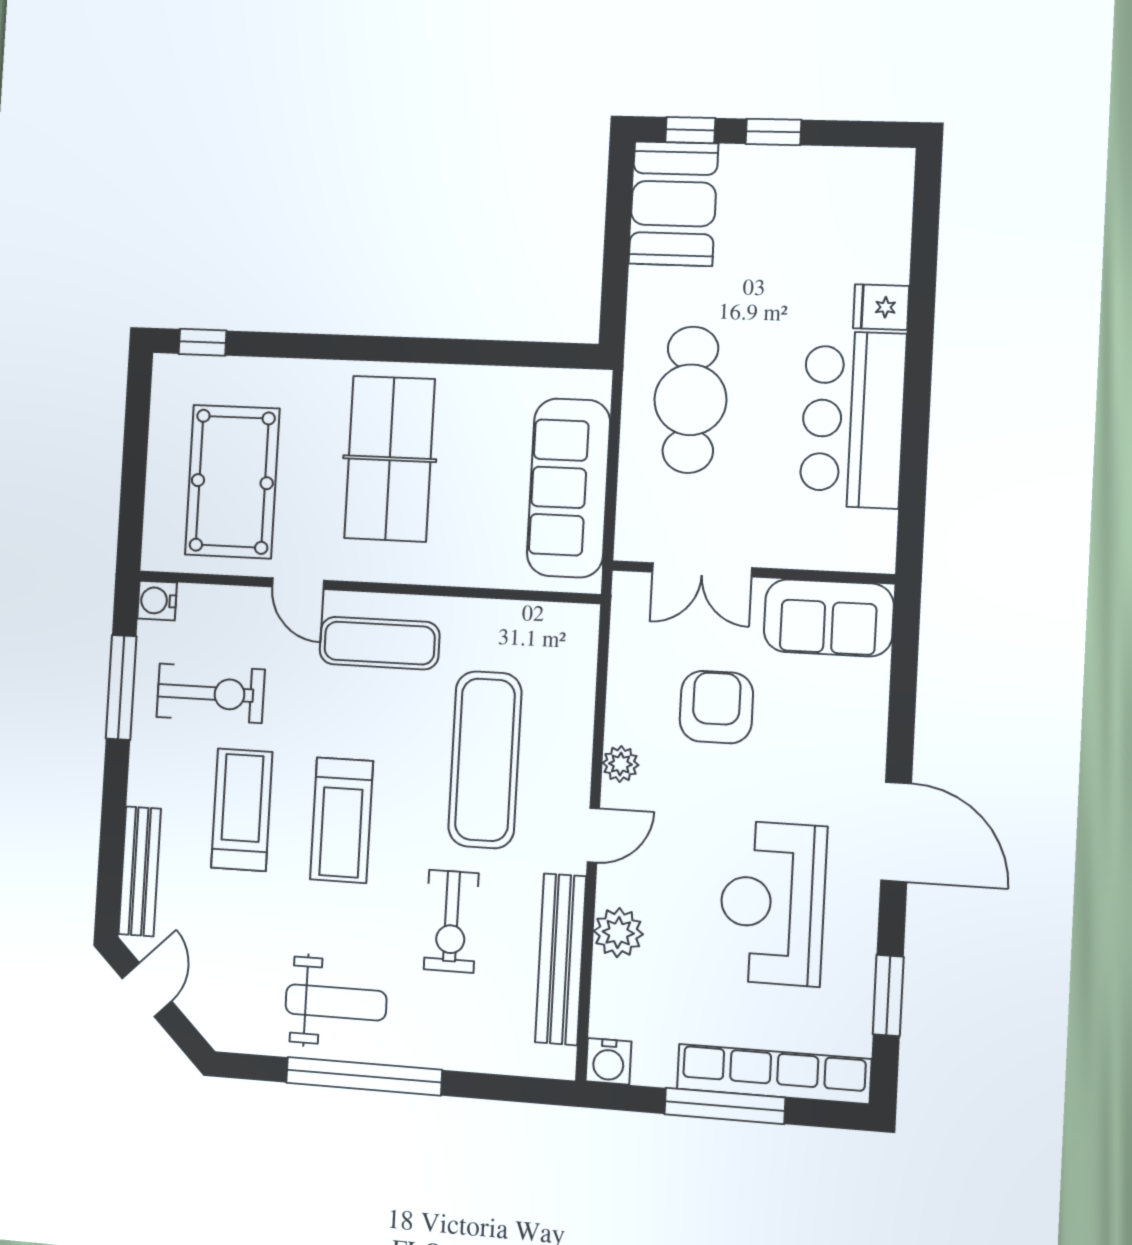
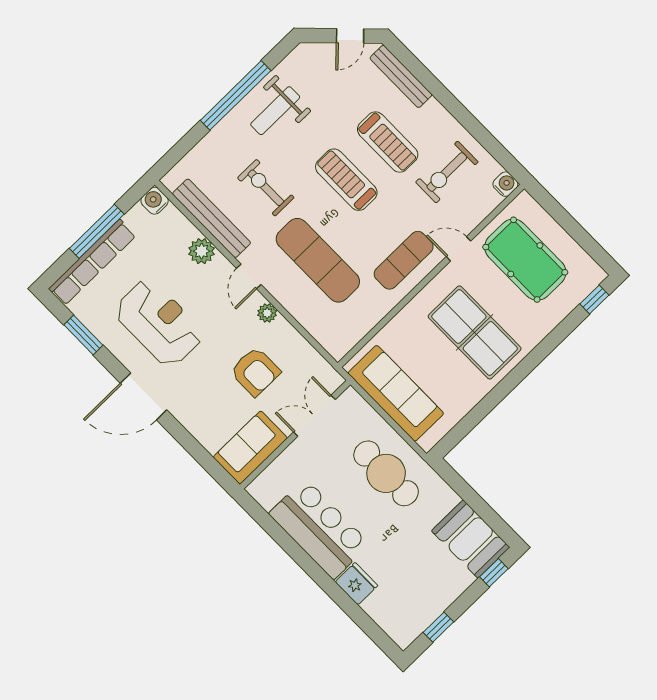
window: (773, 132) -> (438, 627), moved
fridge: (881, 307) -> (356, 584), width x1.38
window: (121, 687) -> (484, 137), removed
door: (147, 990) -> (350, 36), hinge flipped

